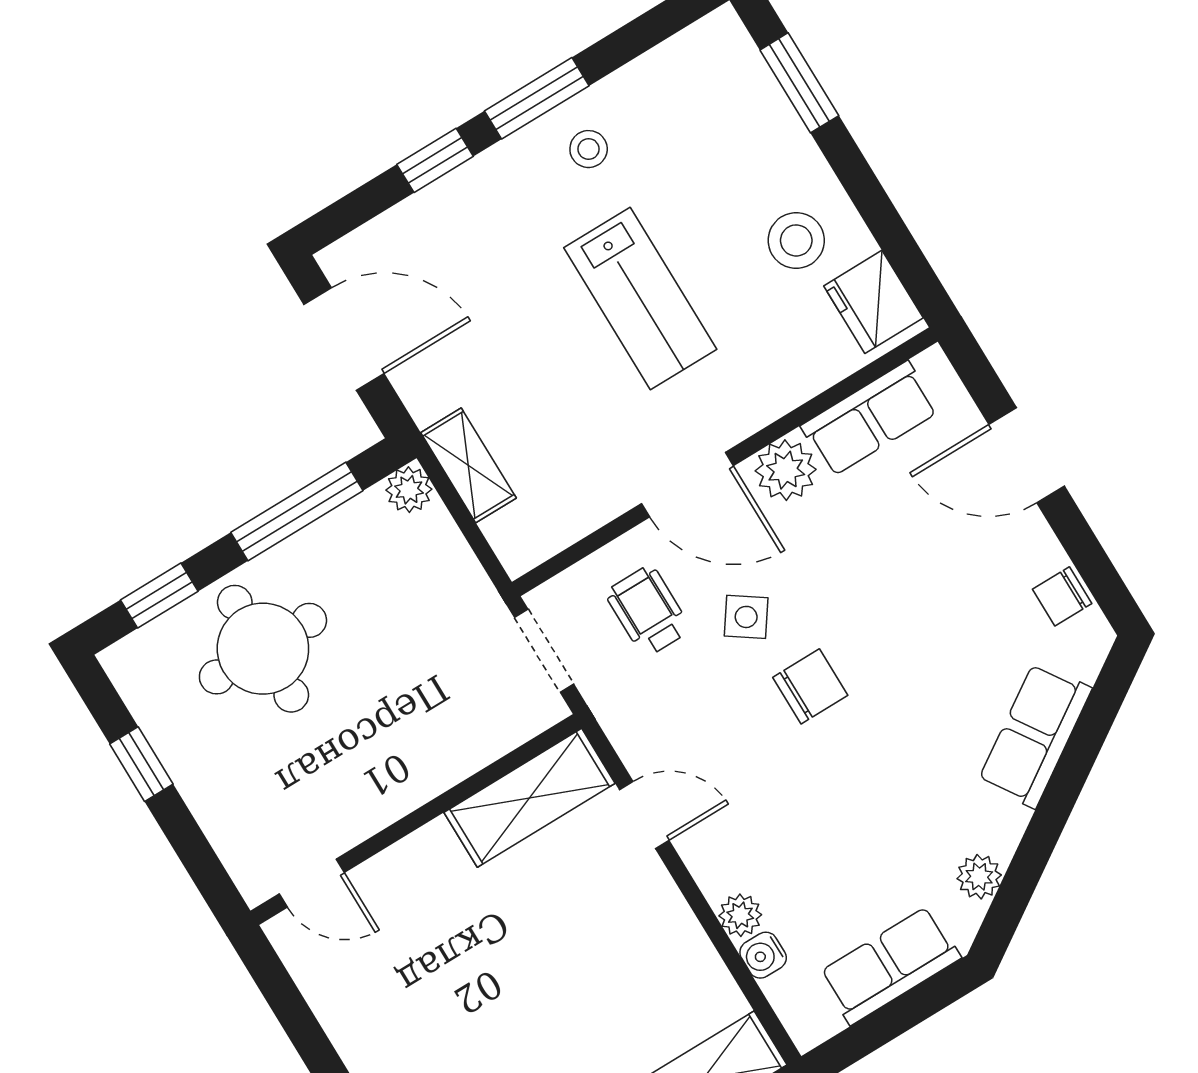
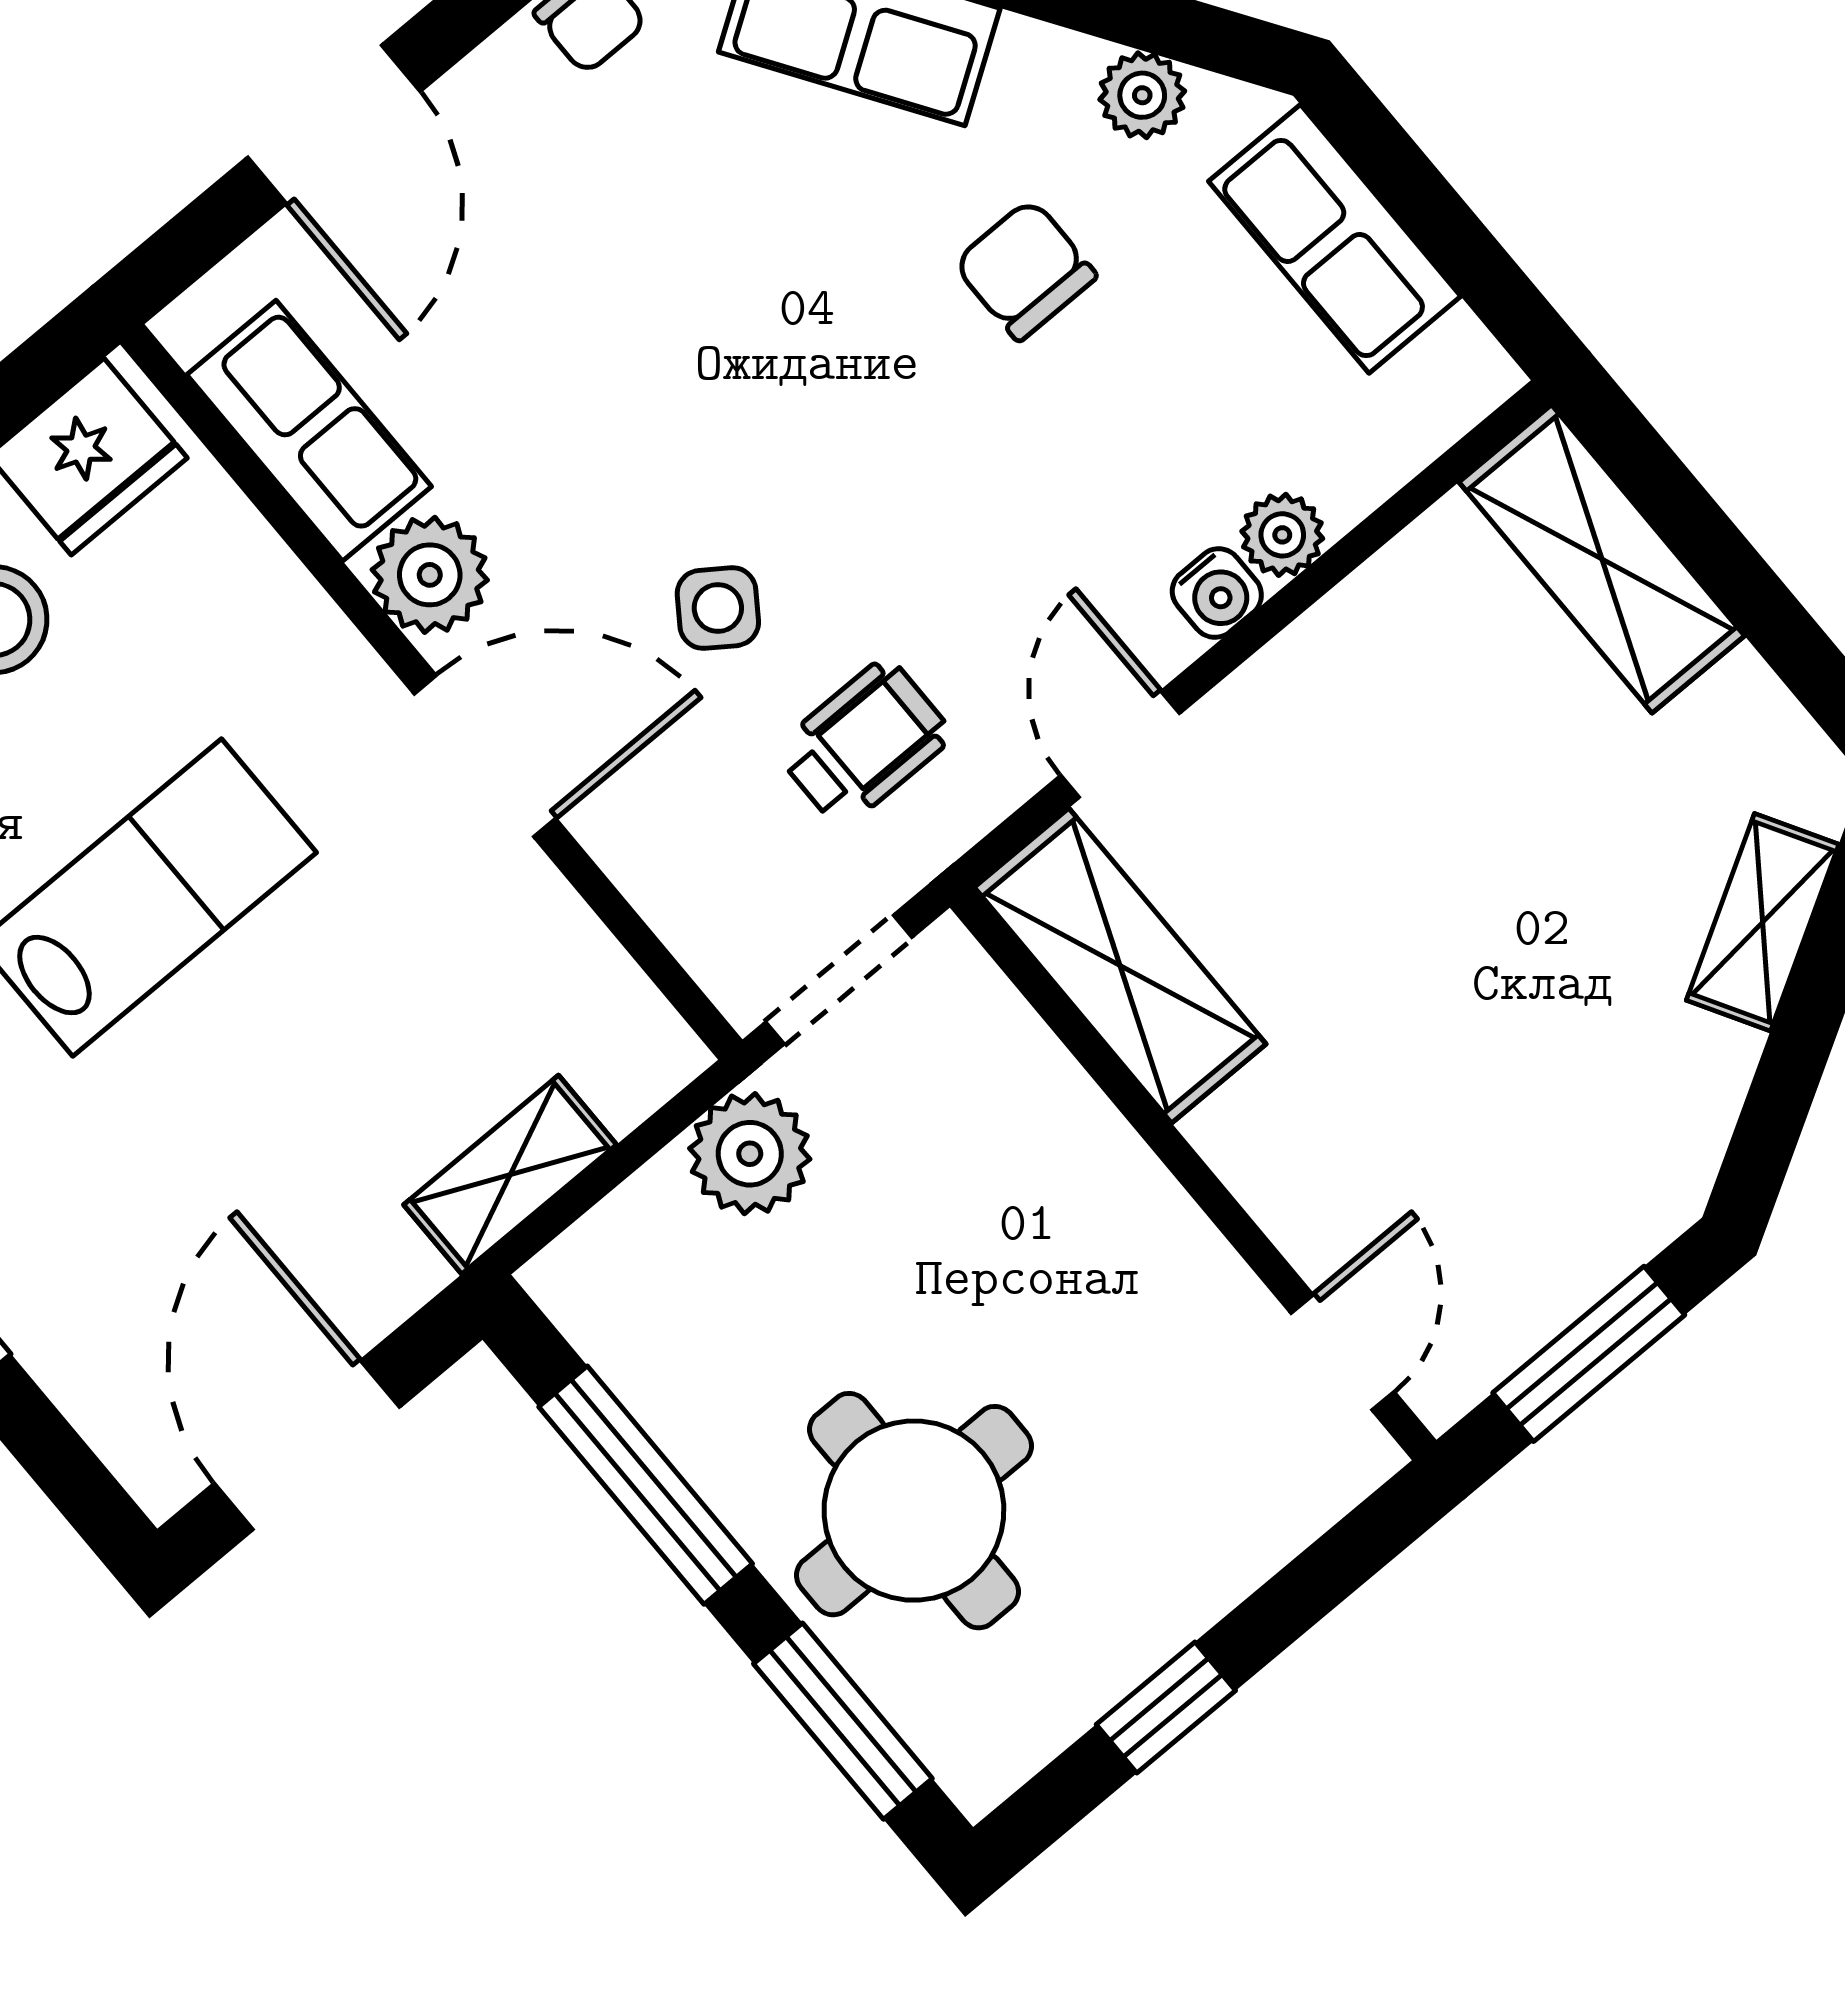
door: (687, 485) -> (485, 756), hinge flipped
plant: (409, 490) -> (750, 1154), moved, width x1.38, depth x1.38
window: (159, 596) -> (843, 1721), width x1.50
wheelchair: (648, 611) -> (864, 743), moved, turned 180
chair: (810, 686) -> (1025, 270), moved
water cooler: (763, 955) -> (1217, 593), moved
window: (292, 1011) -> (1589, 1354), added

